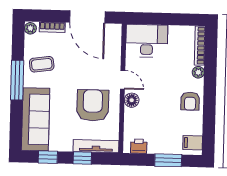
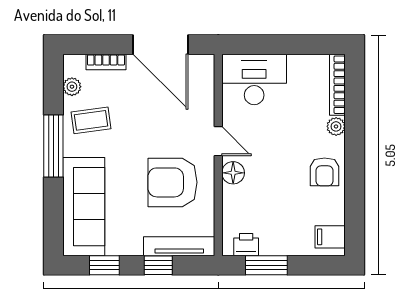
plant: (30, 28) -> (72, 87), moved
armchair: (93, 105) -> (173, 182), turned -90
window: (168, 160) -> (266, 265), moved

